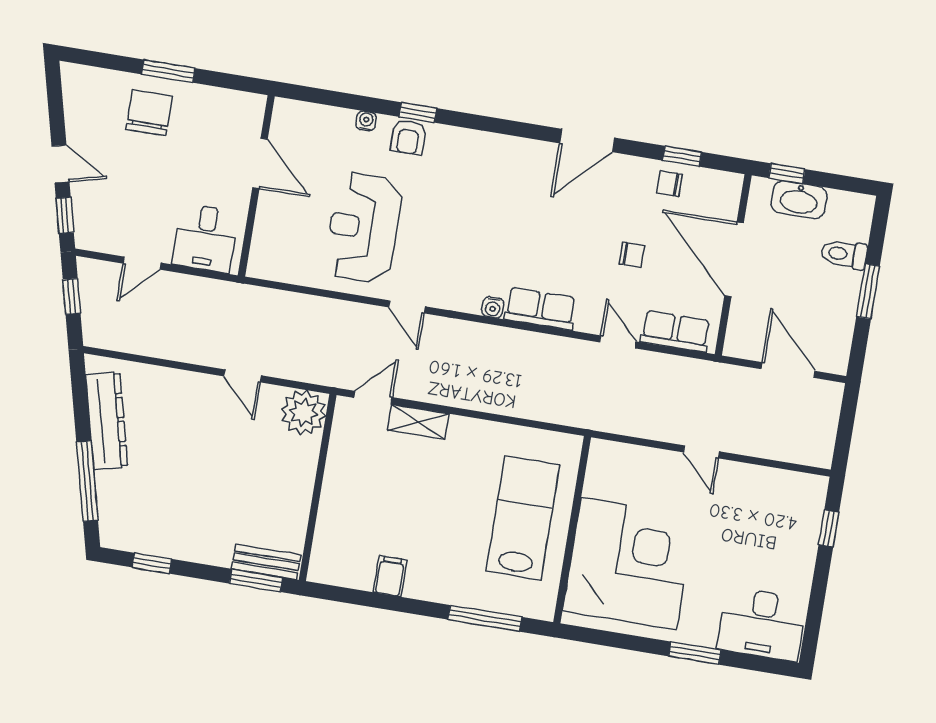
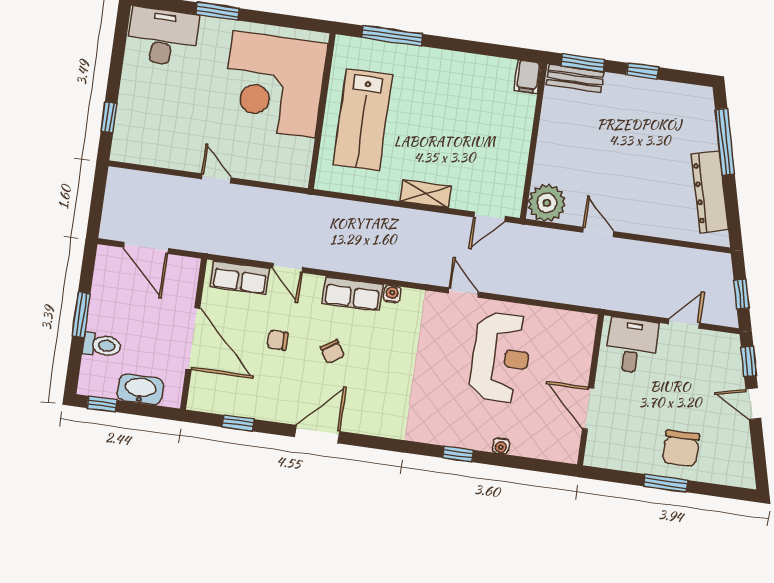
armchair: (408, 137) -> (465, 433), removed
window: (787, 174) -> (102, 404), moved
chair: (669, 184) -> (332, 352), moved, turned 58
shelving: (418, 422) -> (426, 194), moved
window: (152, 563) -> (642, 71), moved
filing cabinet: (390, 576) -> (528, 77), moved

